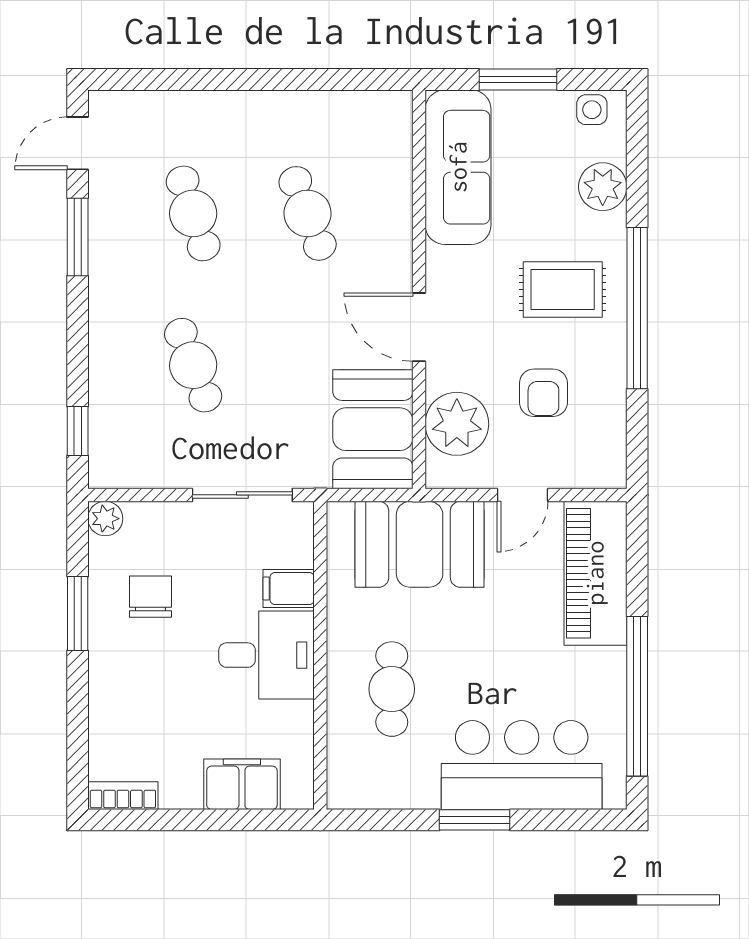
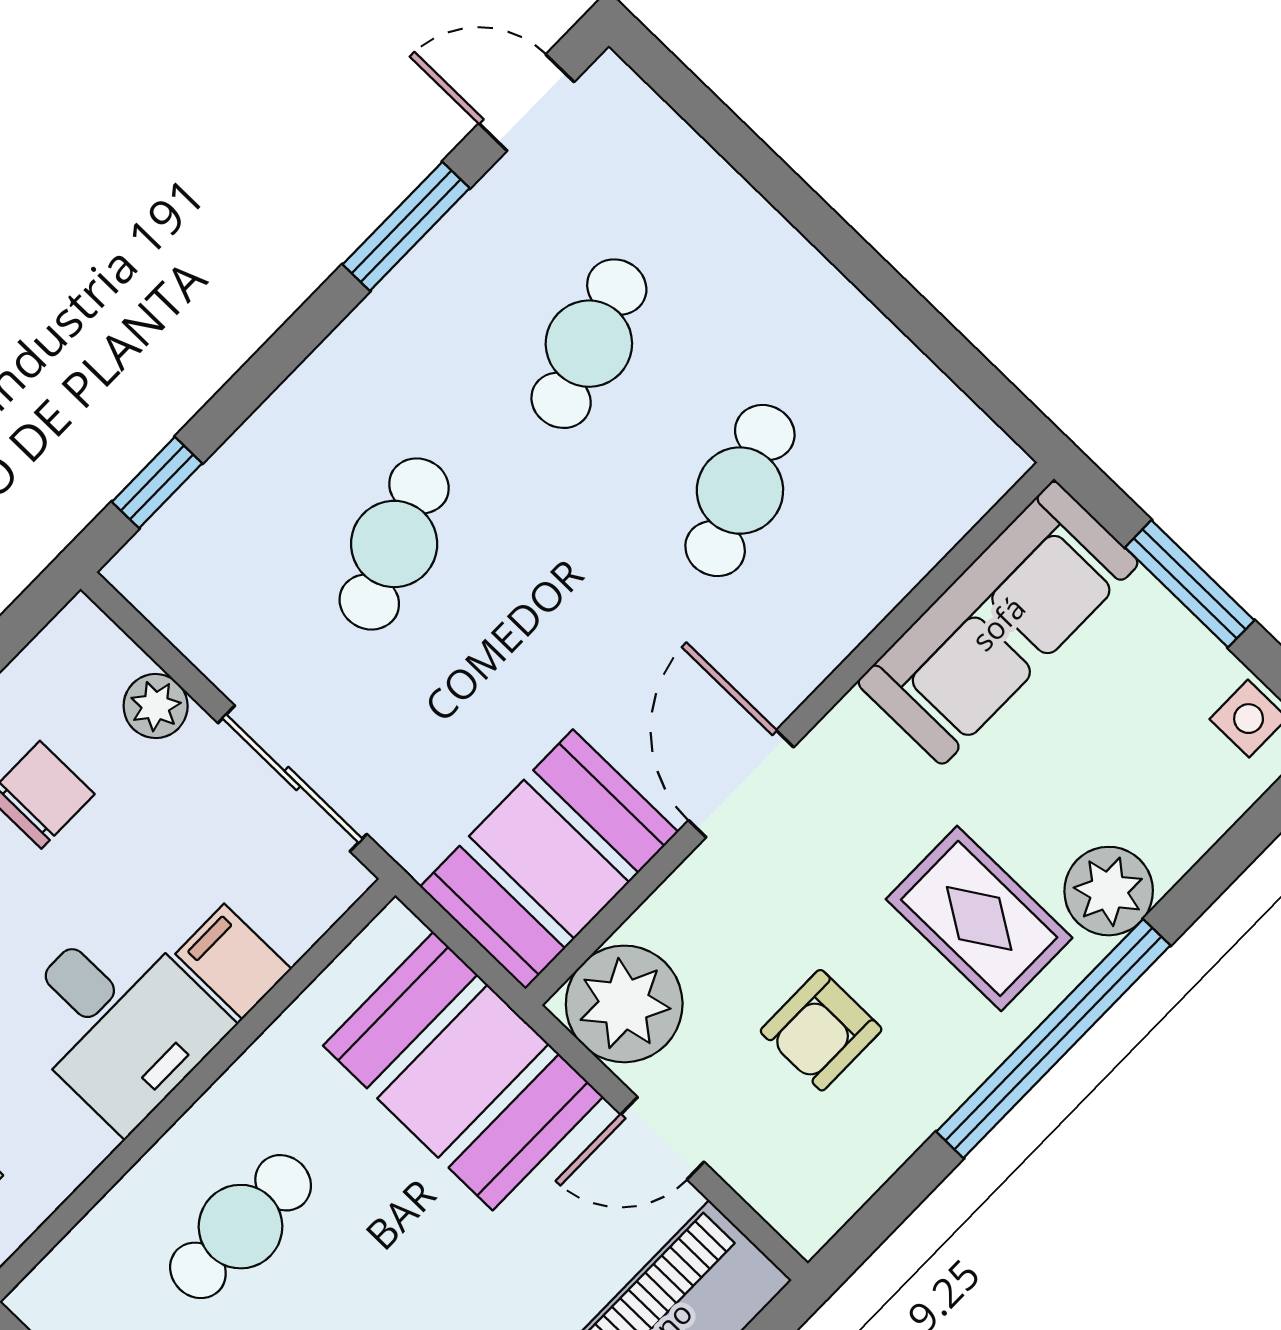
plant: (603, 187) -> (1109, 891), moved
plant: (457, 424) -> (624, 1004), moved
plant: (105, 519) -> (156, 706), moved

